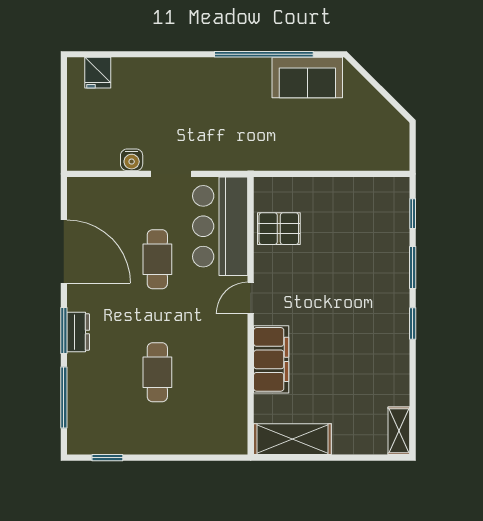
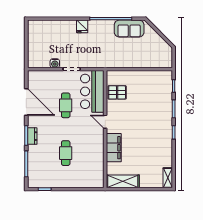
fridge: (98, 73) -> (82, 26), moved
door: (251, 298) -> (105, 122), hinge flipped

